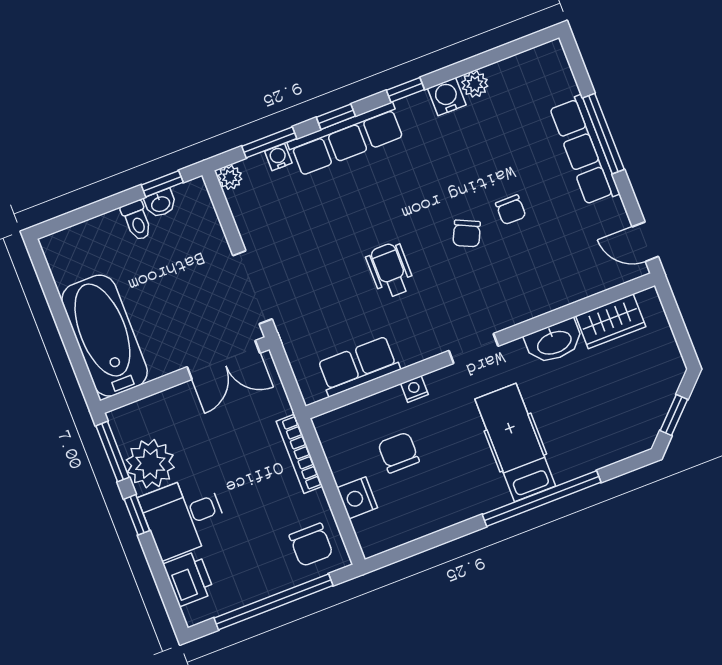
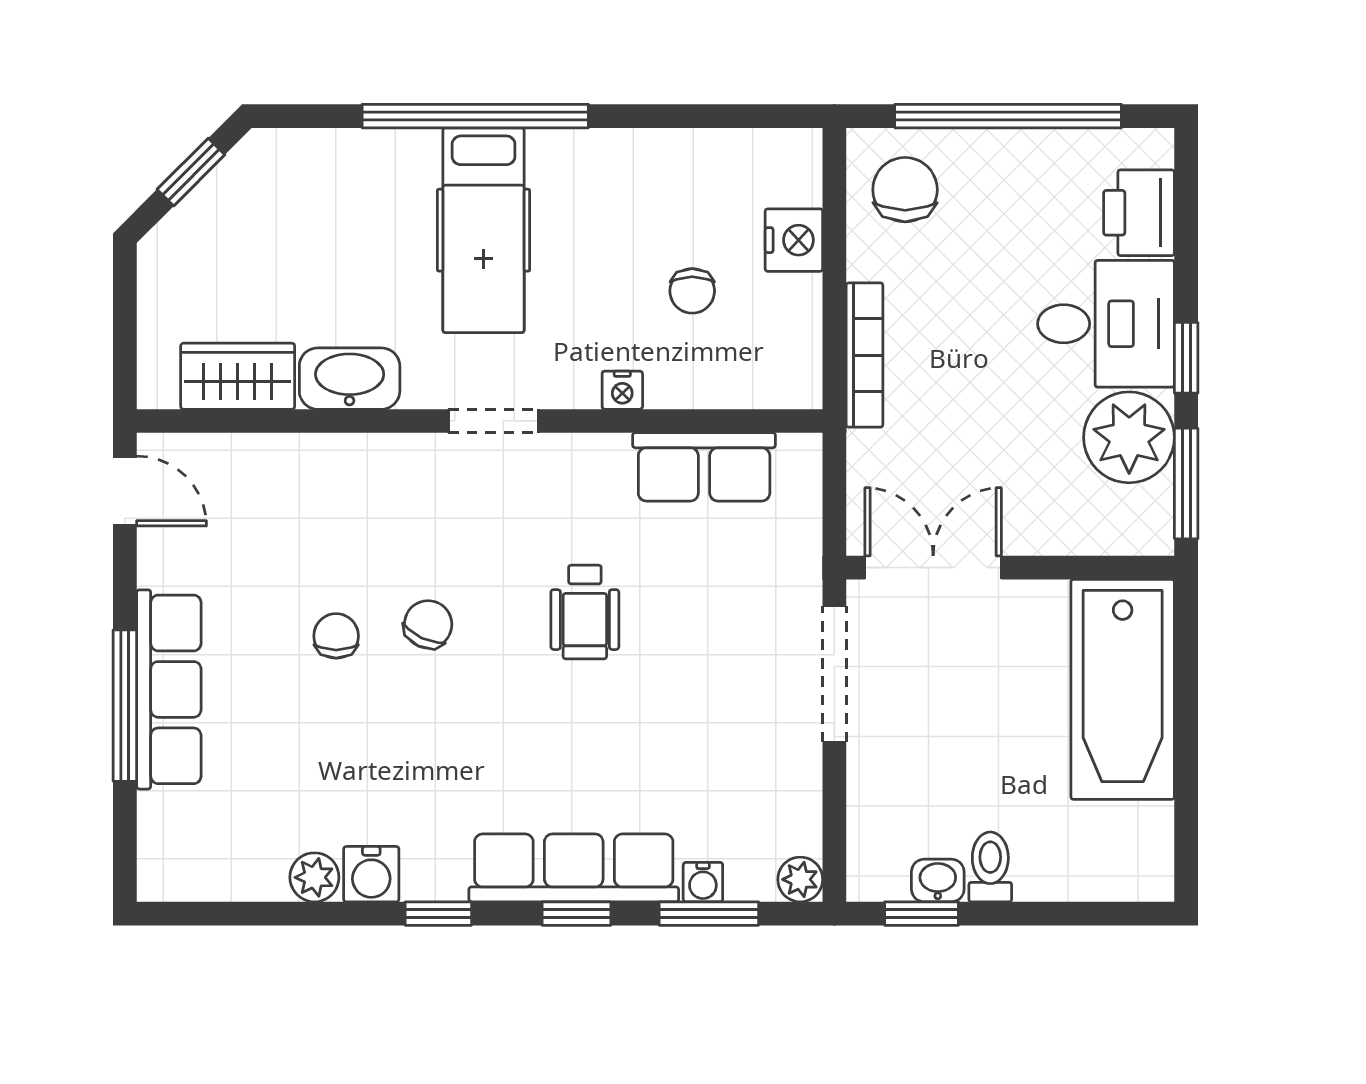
chair: (399, 453) -> (692, 291), width x0.73, depth x0.73

